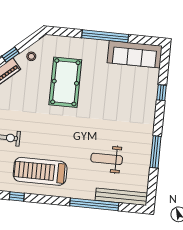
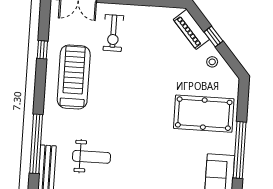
pool table: (65, 82) -> (204, 114), moved
weight bench: (107, 159) -> (91, 157), turned 90

